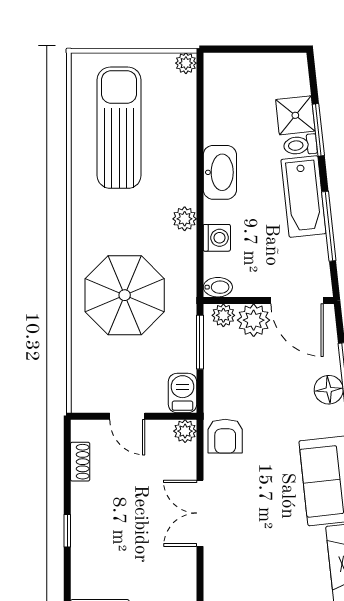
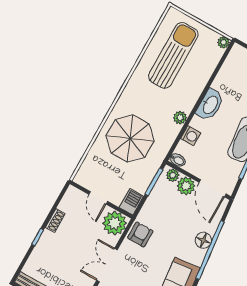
plant: (185, 431) -> (115, 223), width x1.87, depth x1.87
armchair: (225, 436) -> (140, 234), turned 180
shoe rack: (80, 462) -> (55, 221), moved

